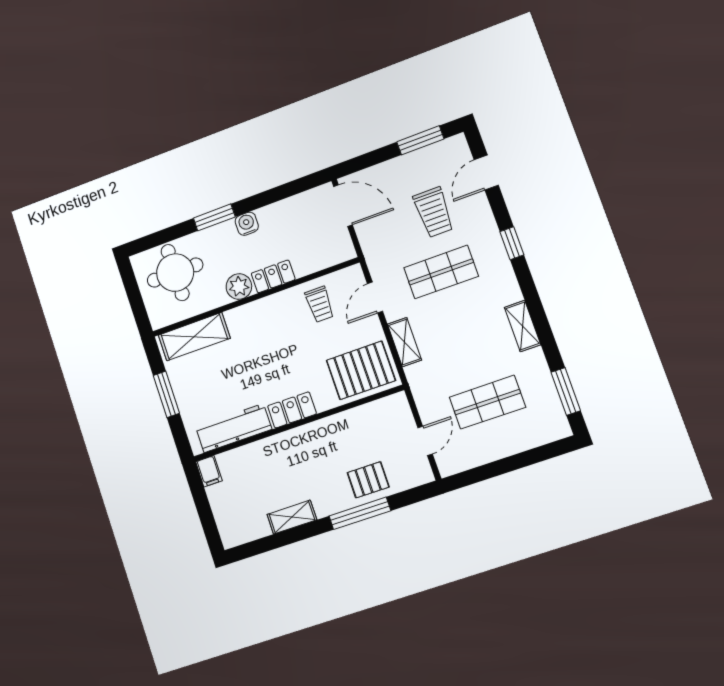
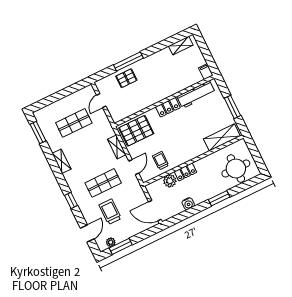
plant: (440, 150) -> (111, 242), added
water cooler: (247, 224) -> (188, 204), moved
plant: (239, 286) -> (170, 181), moved
shelving: (292, 517) -> (181, 46), moved

